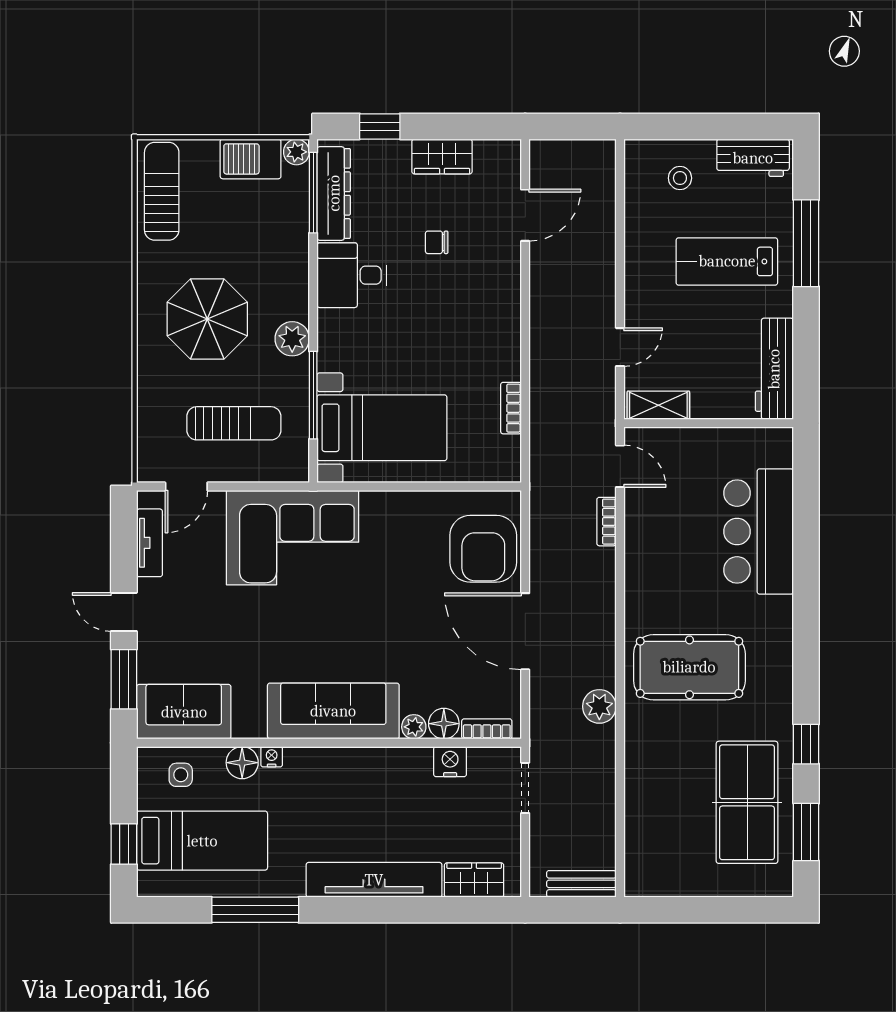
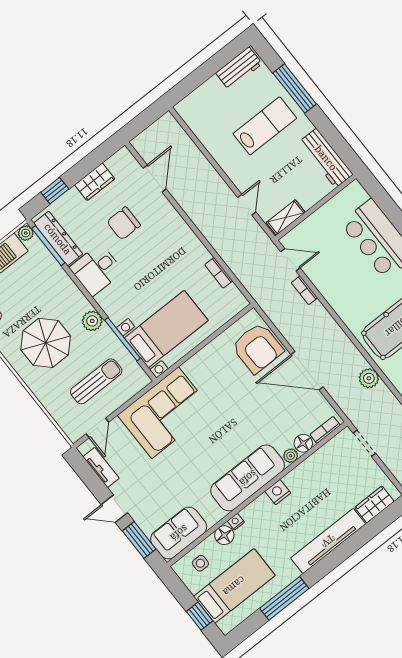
stool: (680, 178) -> (213, 105), removed
chair: (437, 242) -> (124, 223), width x1.87, depth x1.87
lab bench: (727, 261) -> (265, 126), turned 180
nightstand: (450, 762) -> (278, 492), moved

